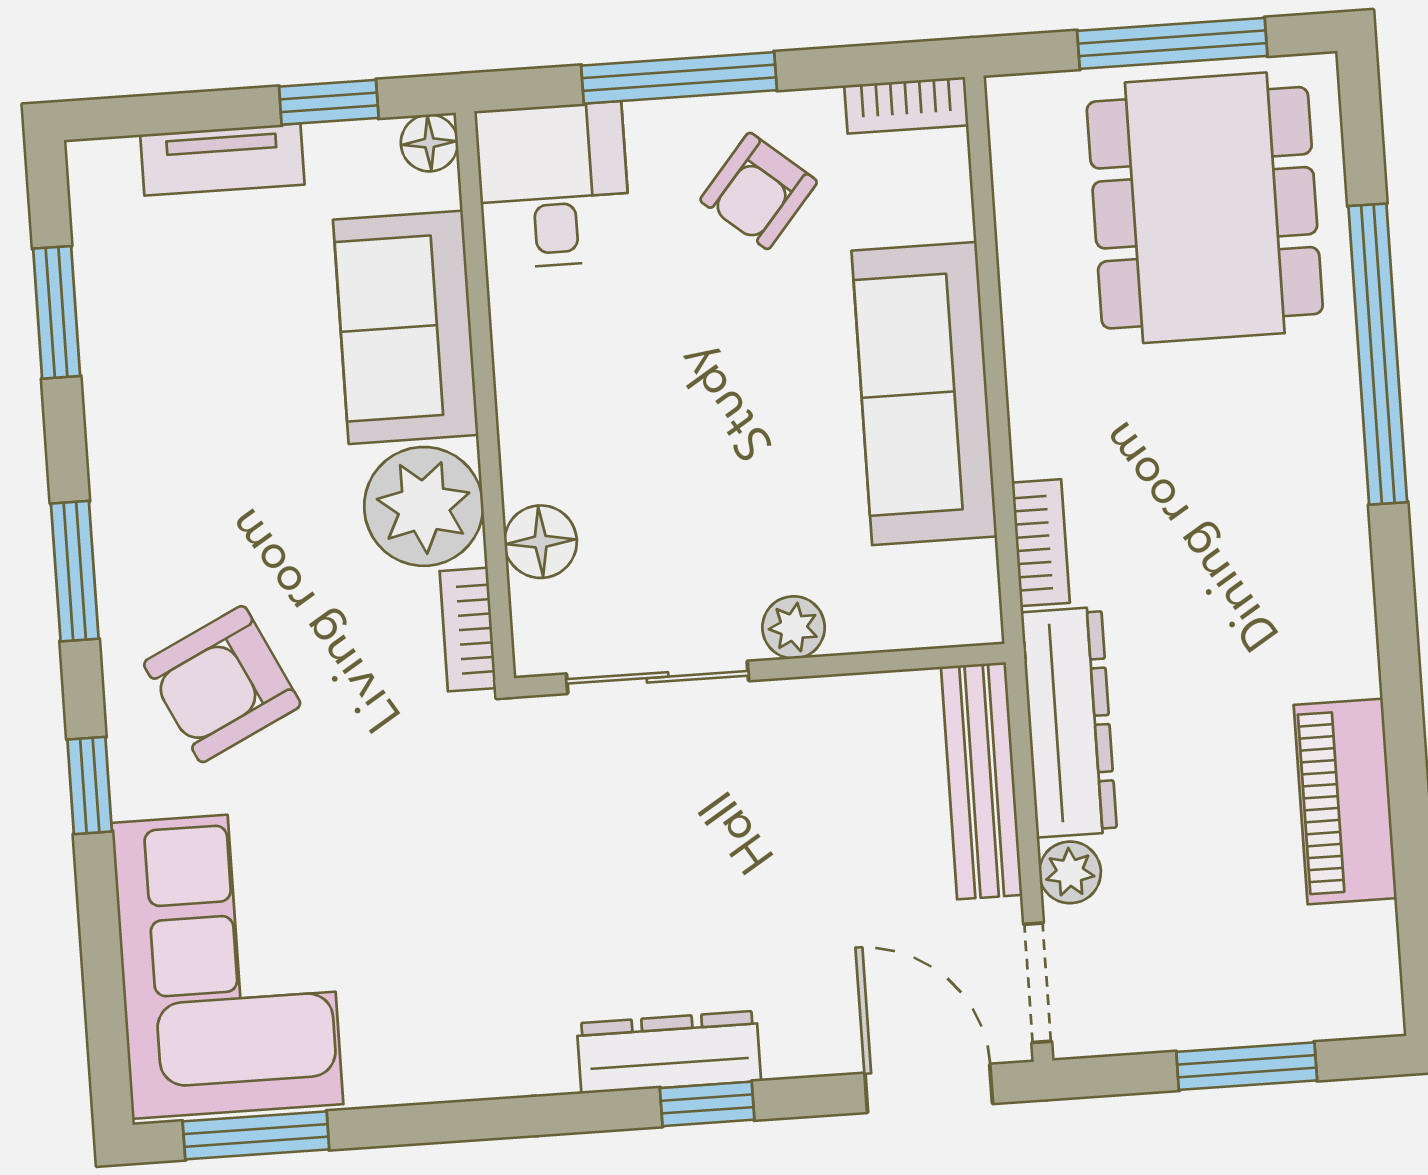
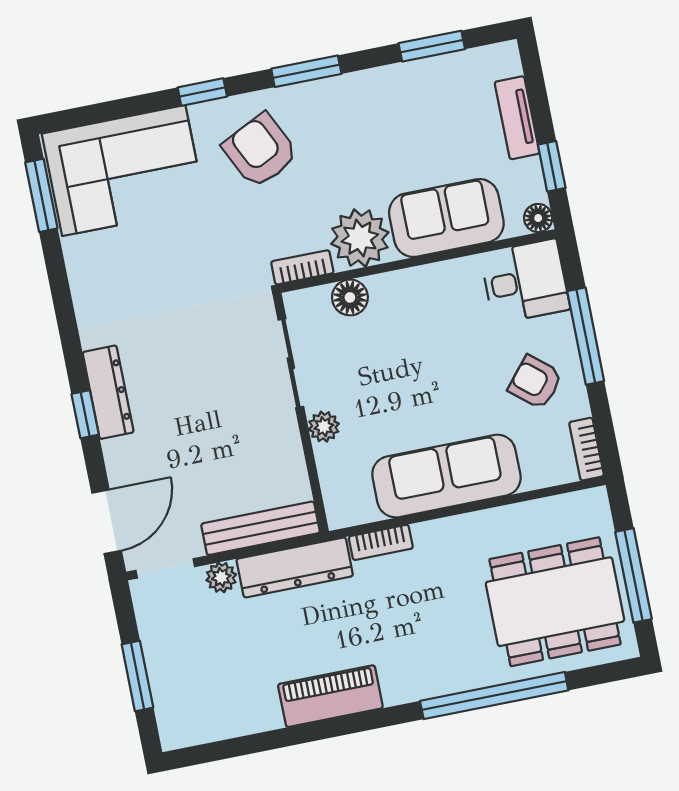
piano: (1345, 802) -> (330, 696), moved

